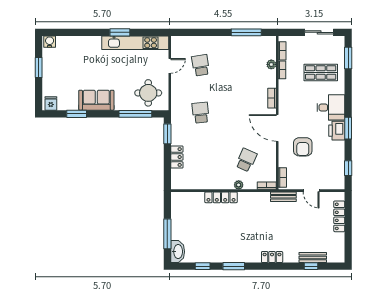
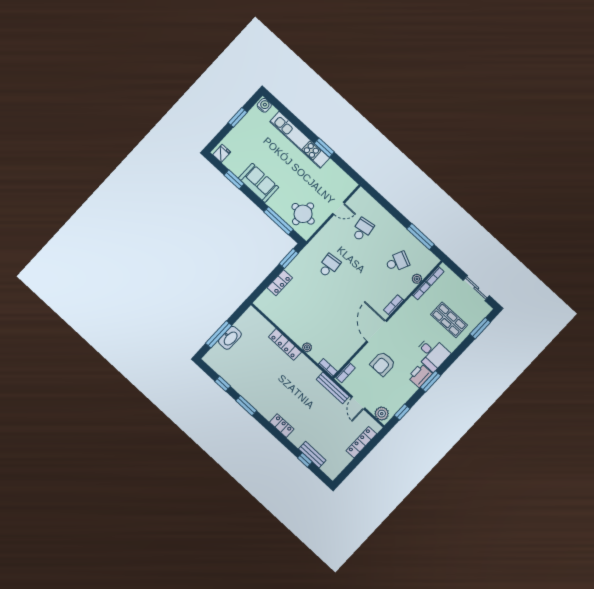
kitchen unit: (135, 43) -> (300, 140), moved
school desk: (246, 160) -> (397, 262), moved
plant: (335, 183) -> (382, 414), added
bench: (283, 197) -> (333, 388), width x1.36
washbasin: (178, 252) -> (230, 338), moved

